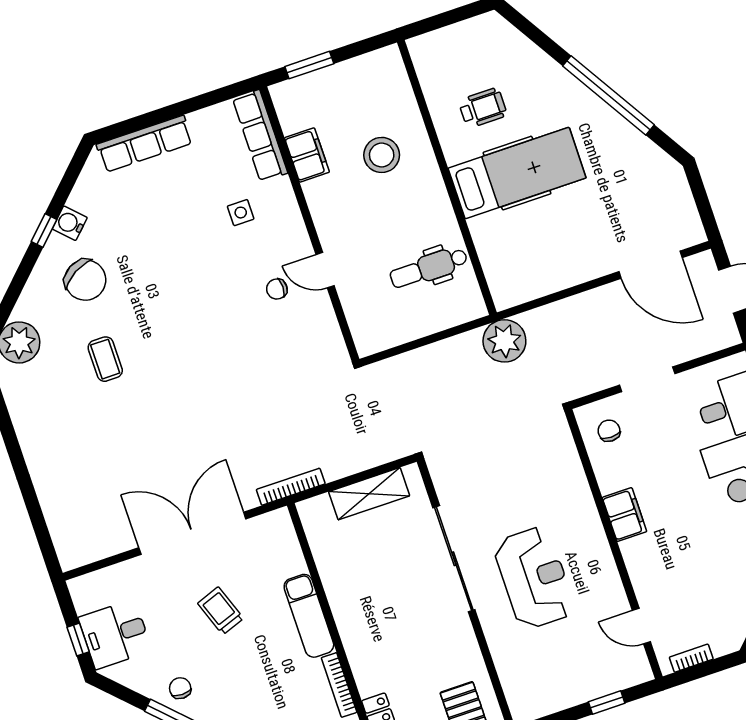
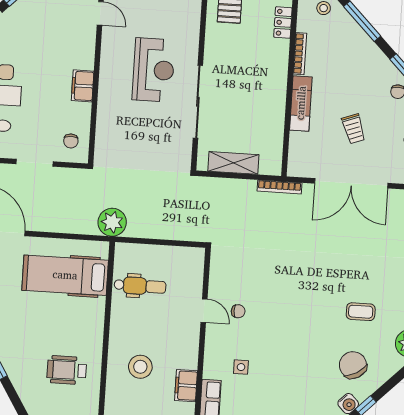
wheelchair: (483, 108) -> (67, 370), width x1.36, depth x1.37
hospital bed: (517, 173) -> (65, 275), moved
coffee table: (105, 359) -> (361, 312), turned 90
reception desk: (534, 578) -> (154, 70), turned 180

